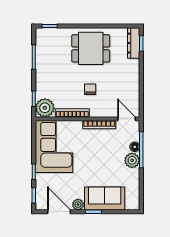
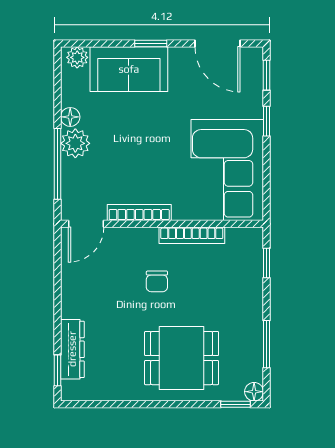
floor lamp: (40, 33) -> (254, 392), added
dresser: (134, 43) -> (72, 349), moved
dining table: (91, 48) -> (182, 358), moved
plant: (45, 108) -> (245, 245), removed
door: (127, 119) -> (86, 224), hinge flipped
floor lamp: (135, 147) -> (70, 117), moved
plant: (78, 205) -> (77, 57), moved

